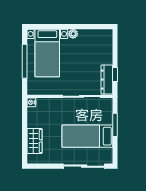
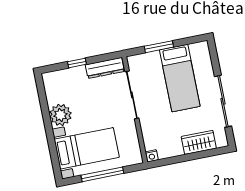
plant: (73, 34) -> (60, 115), width x1.88, depth x1.88
window: (115, 74) -> (77, 63), moved
sliding door: (84, 166) -> (223, 101), moved

